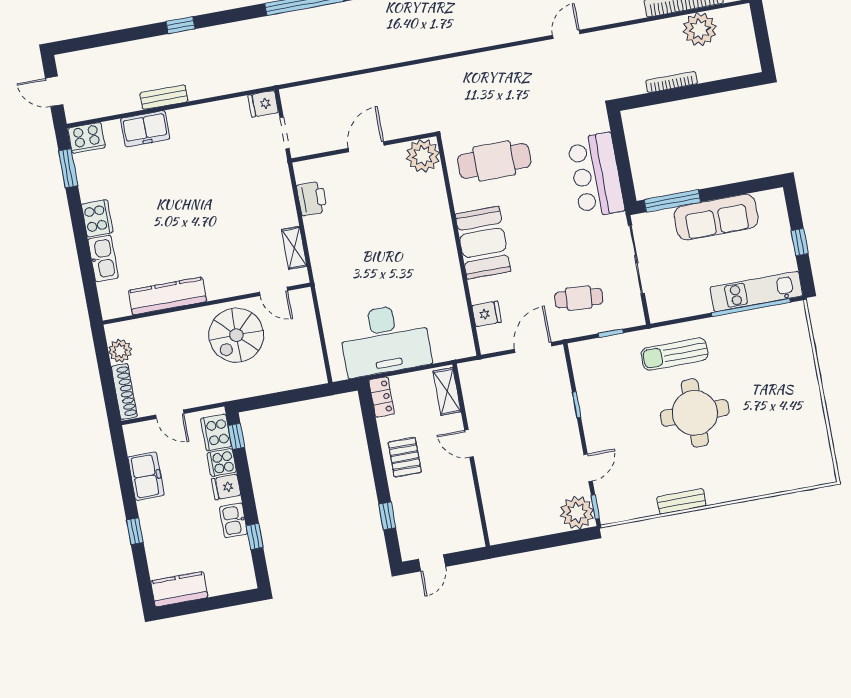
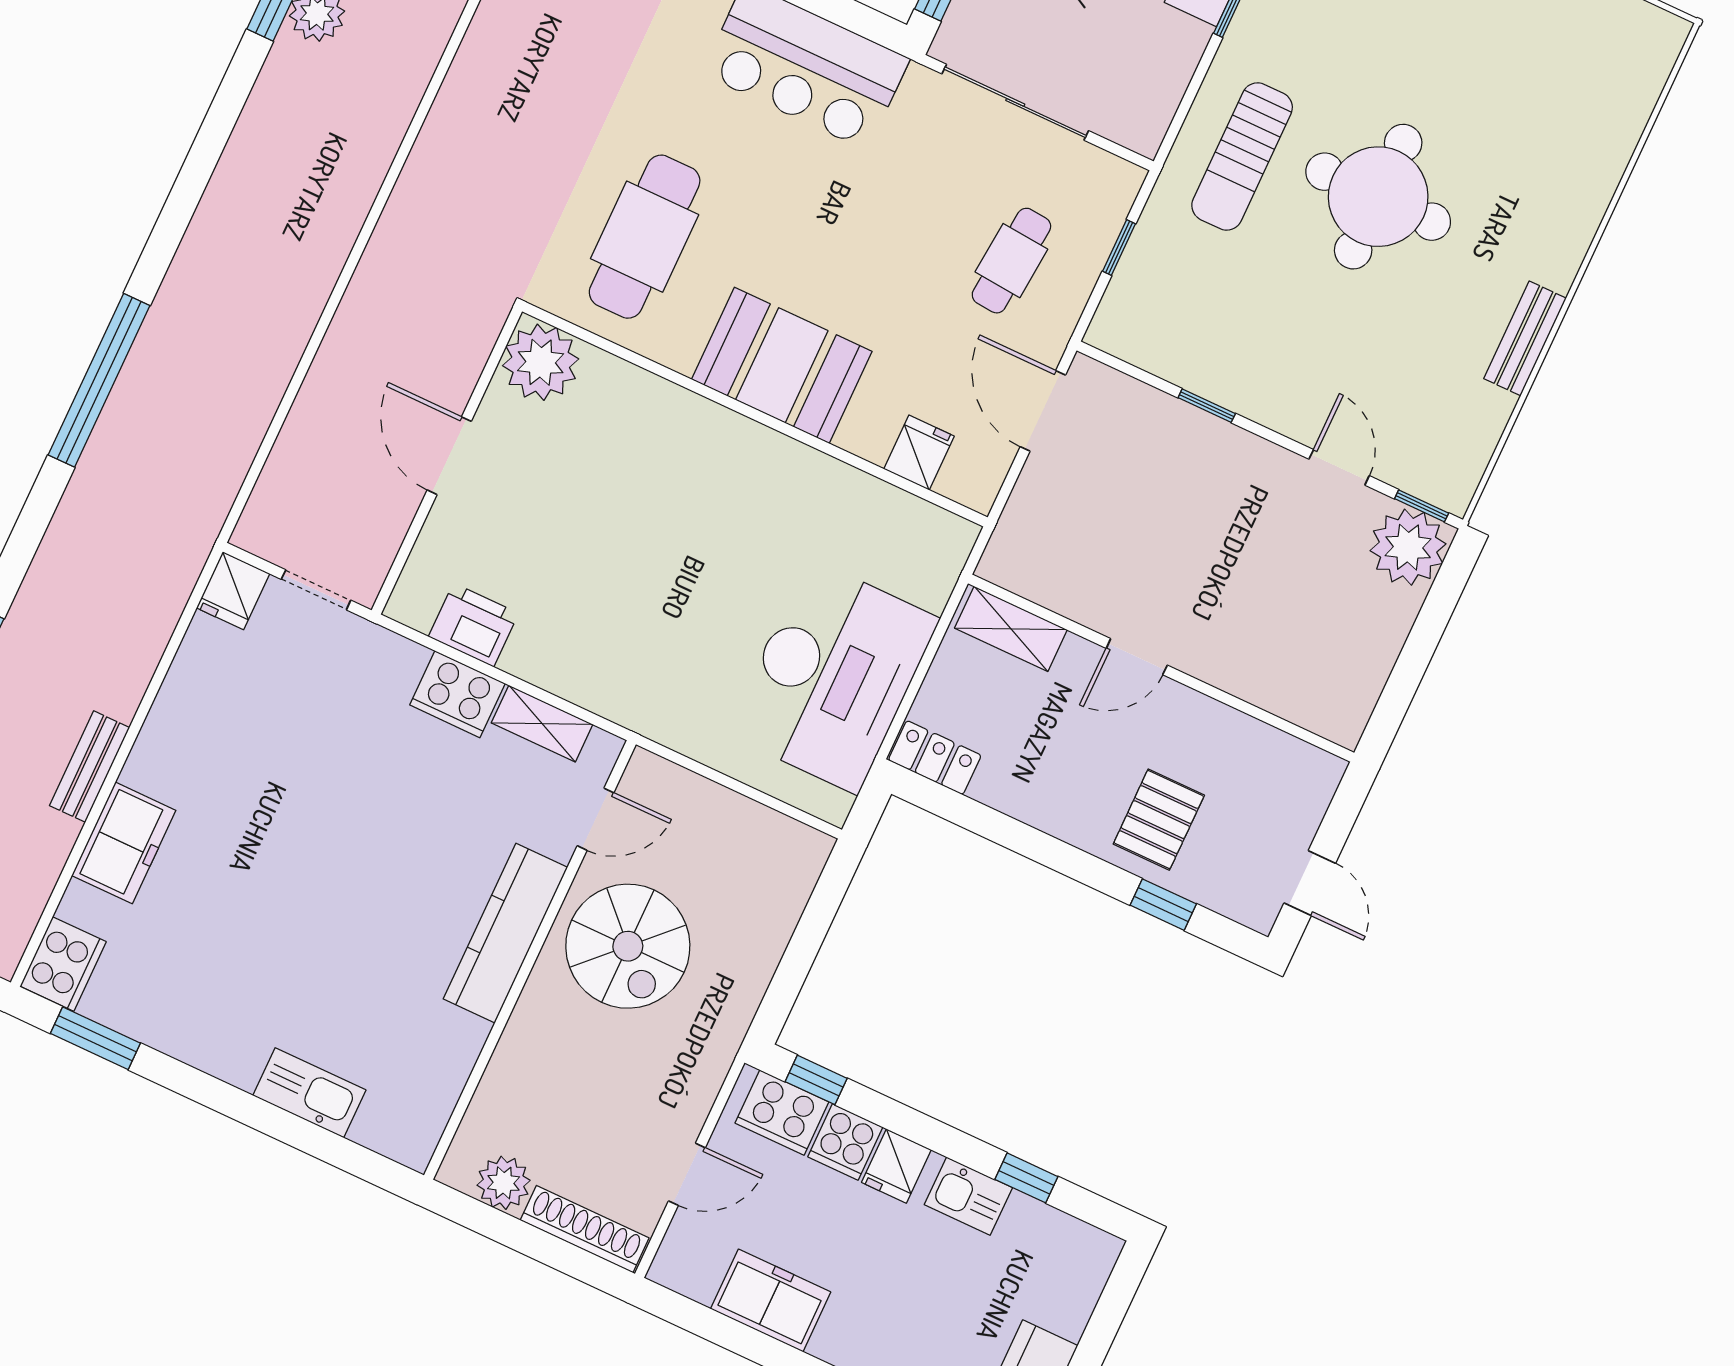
cooker: (97, 218) -> (457, 694), moved, turned 180
kitchen counter: (167, 296) -> (505, 933), moved
pallet: (405, 457) -> (1159, 820), moved, turned 90

